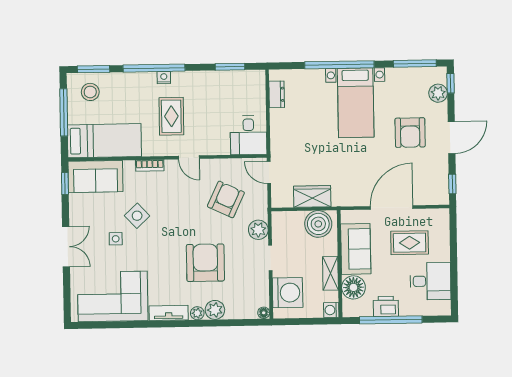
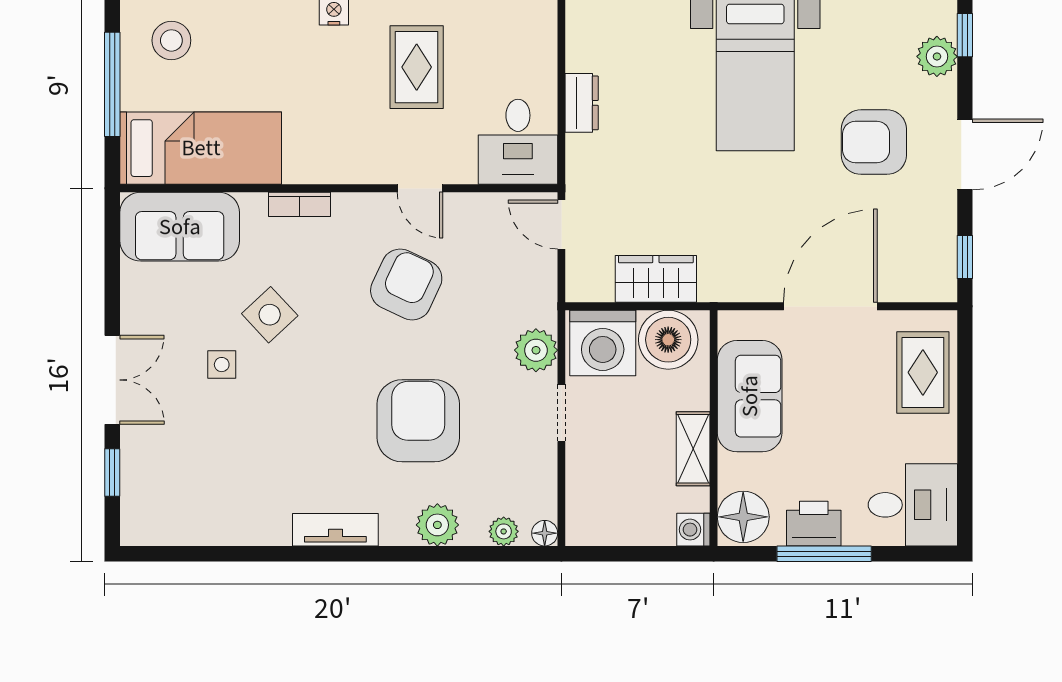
dresser: (277, 94) -> (582, 103), moved
rug: (171, 116) -> (417, 67), moved
armchair: (410, 133) -> (874, 142), turned 90
door: (189, 157) -> (420, 188), moved
window: (65, 183) -> (112, 473), moved
armchair: (226, 199) -> (406, 284), moved
rug: (410, 243) -> (923, 372), moved, turned 90
desk: (430, 281) -> (913, 505), moved
floor lamp: (353, 287) -> (743, 517), moved
washing machine: (288, 293) -> (603, 343), moved, turned 90
corner sofa: (113, 296) -> (213, 491), removed
plant: (197, 313) -> (504, 531), moved
window: (391, 320) -> (824, 554), width x0.68

